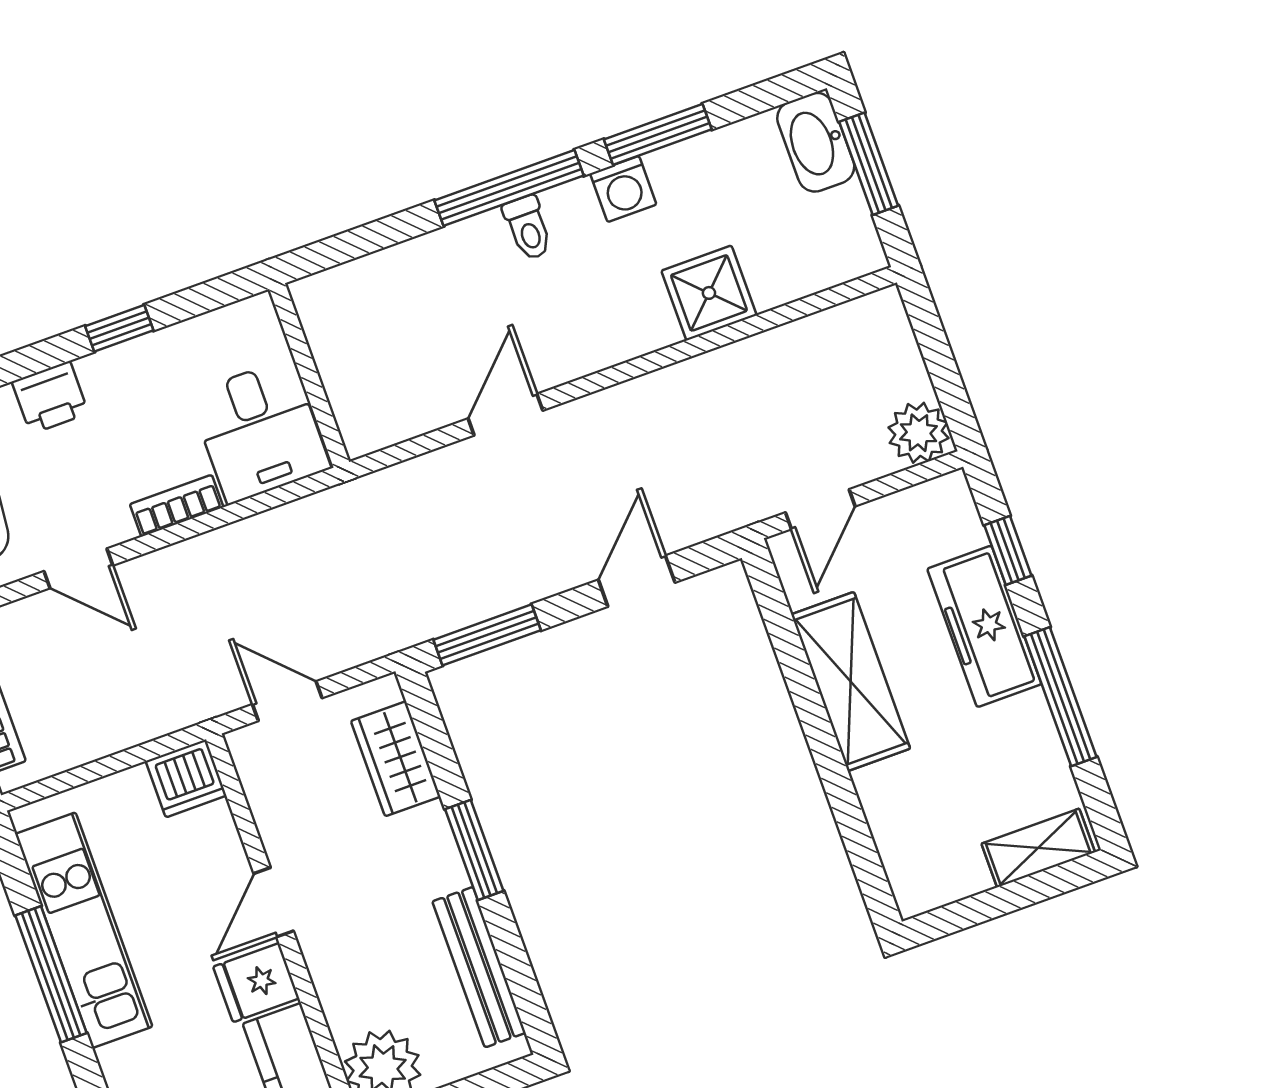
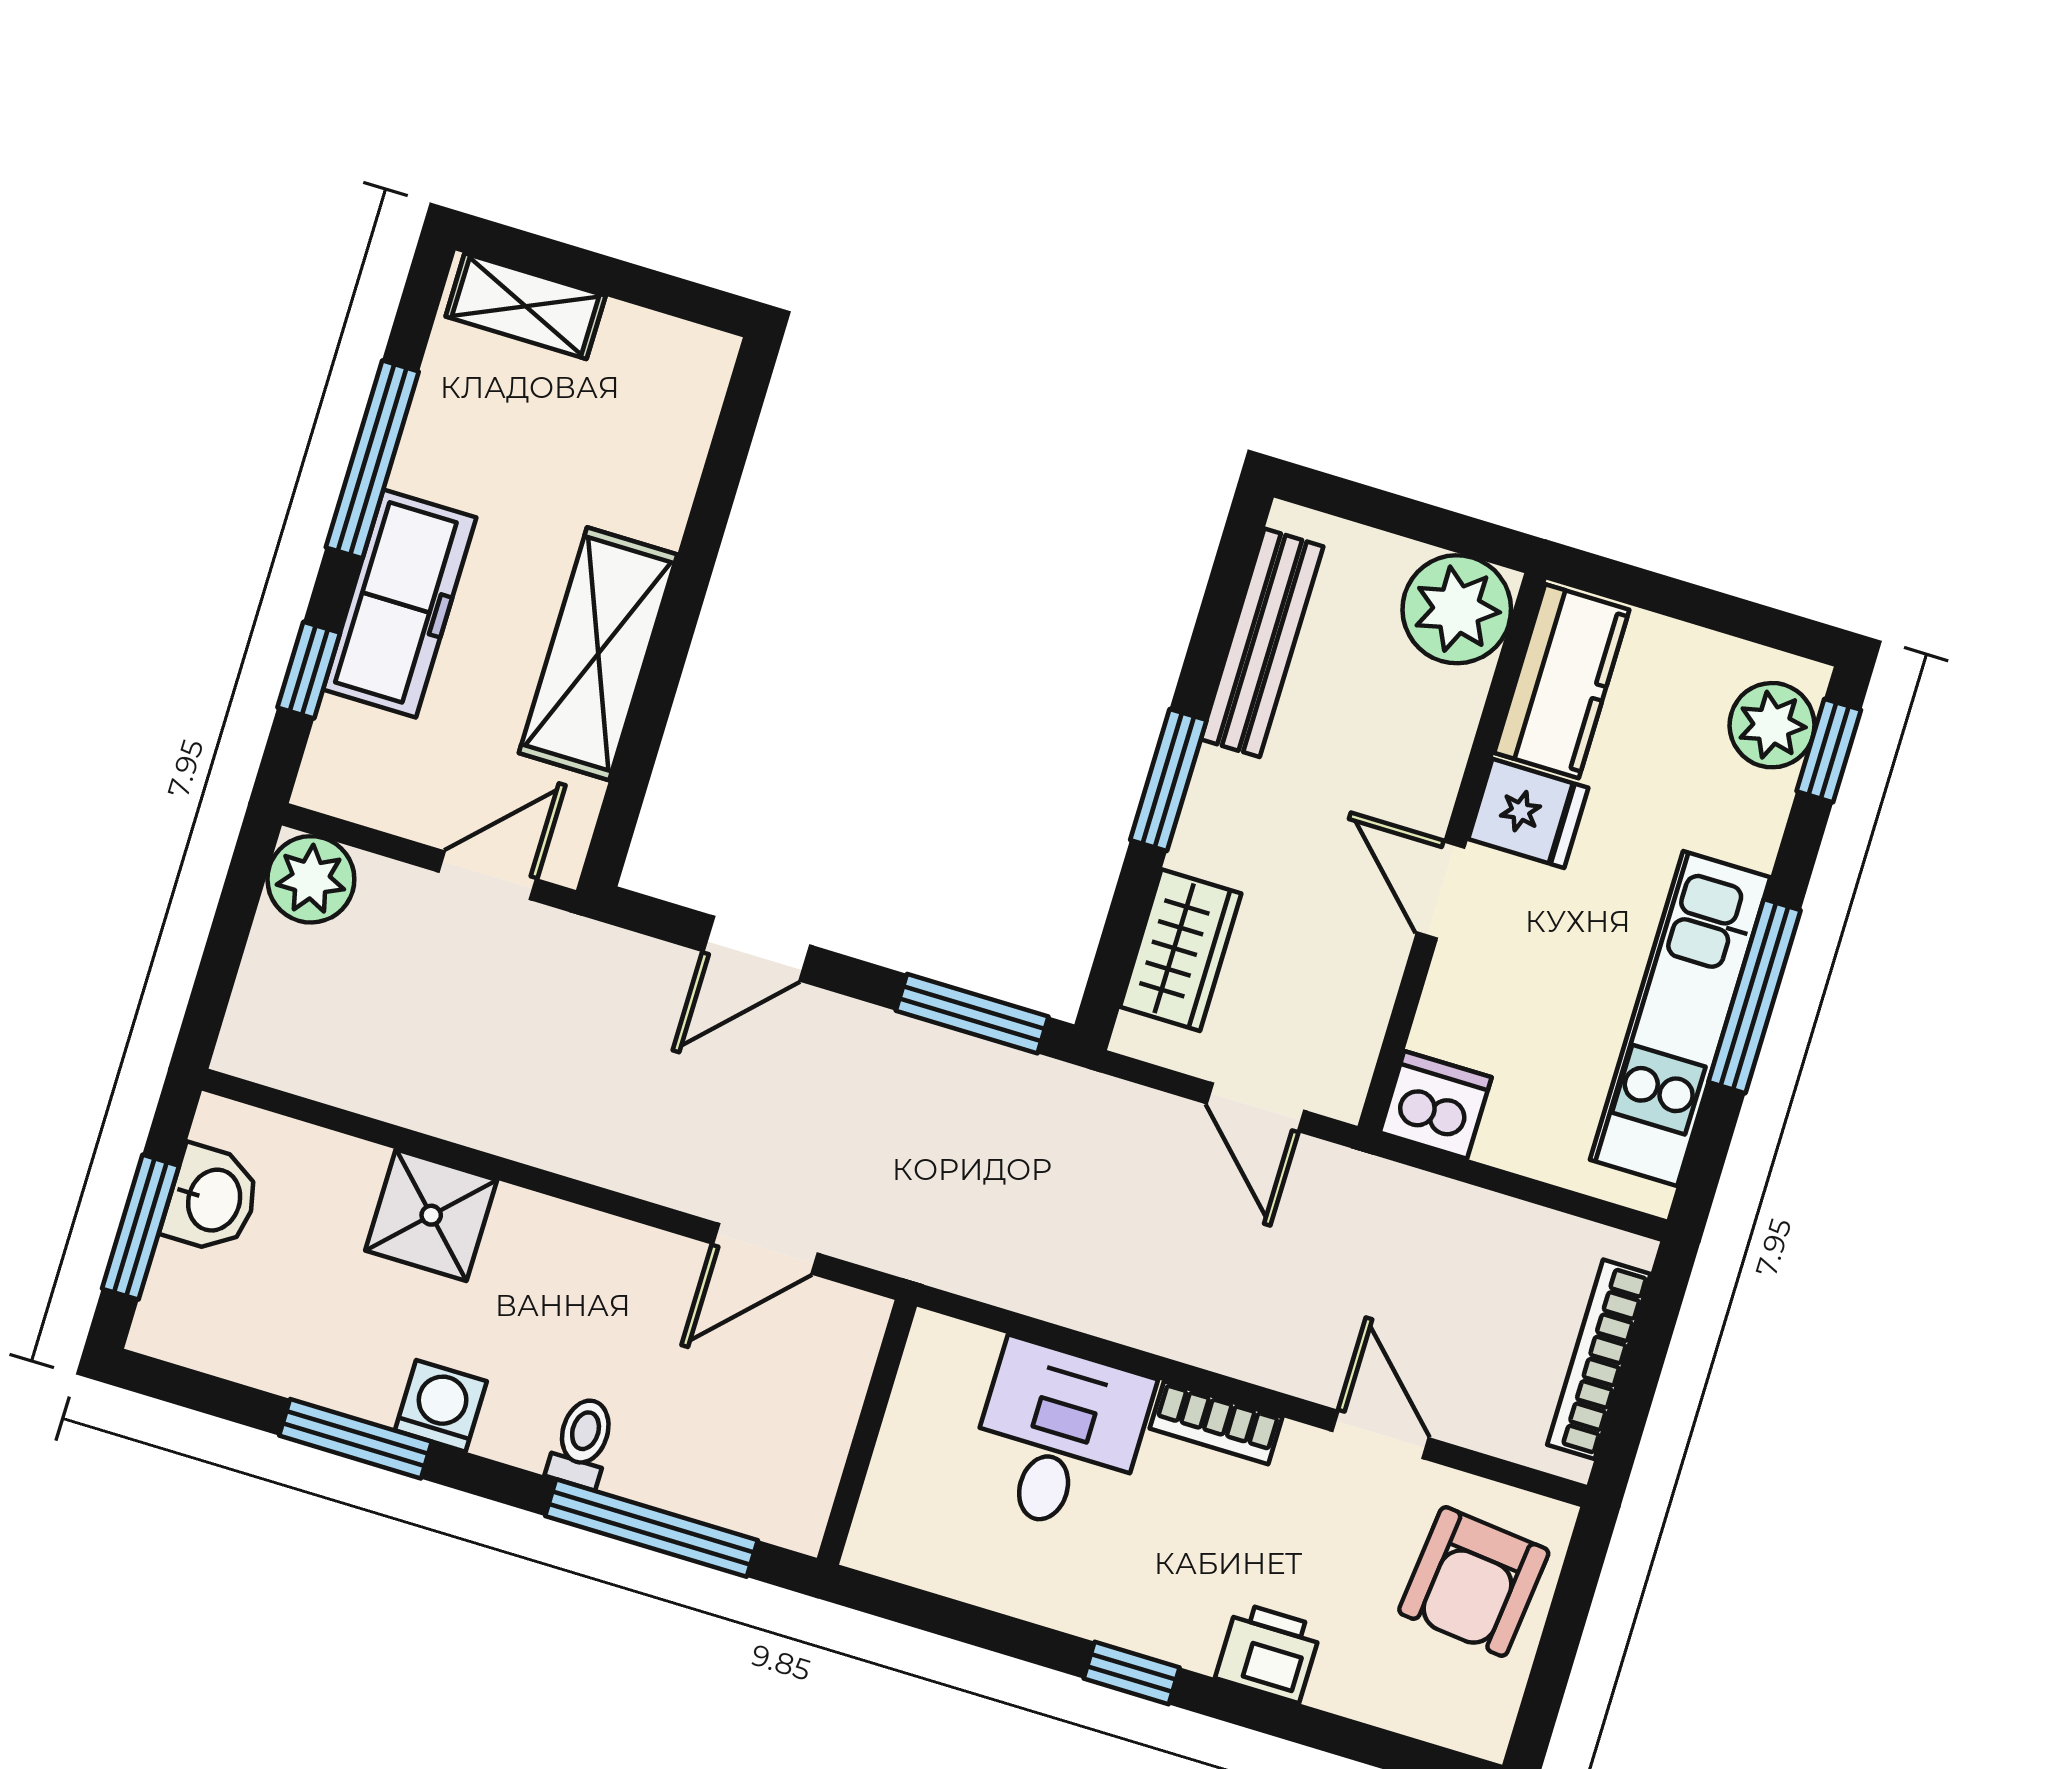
washbasin: (816, 142) -> (212, 1199), moved, width x0.72
window: (509, 188) -> (651, 1528), moved
wall: (309, 375) -> (867, 1432), moved
door: (274, 902) -> (1441, 890), swing flipped

